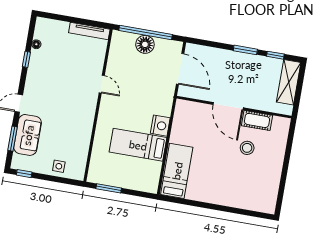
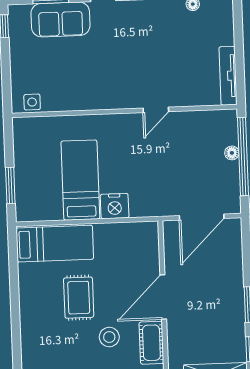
floor lamp: (145, 44) -> (232, 153), width x0.53, depth x0.53
rug: (216, 163) -> (79, 298), added
side table: (59, 166) -> (32, 102), moved
window: (109, 188) -> (10, 185), moved

